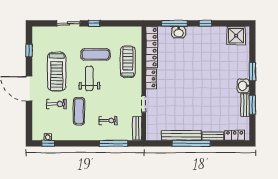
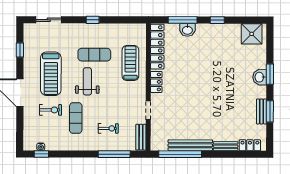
sliding door: (68, 23) -> (49, 20), moved
washbasin: (243, 86) -> (260, 77), moved
window: (191, 143) -> (180, 154), moved

